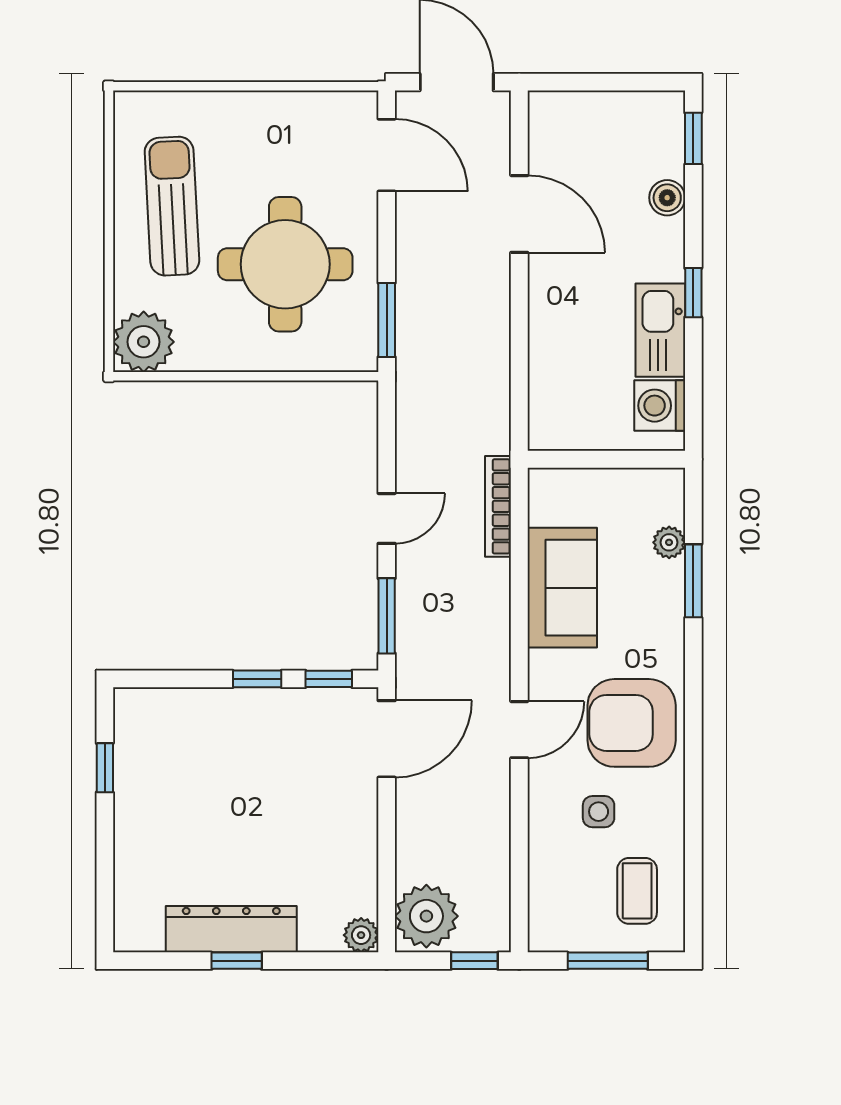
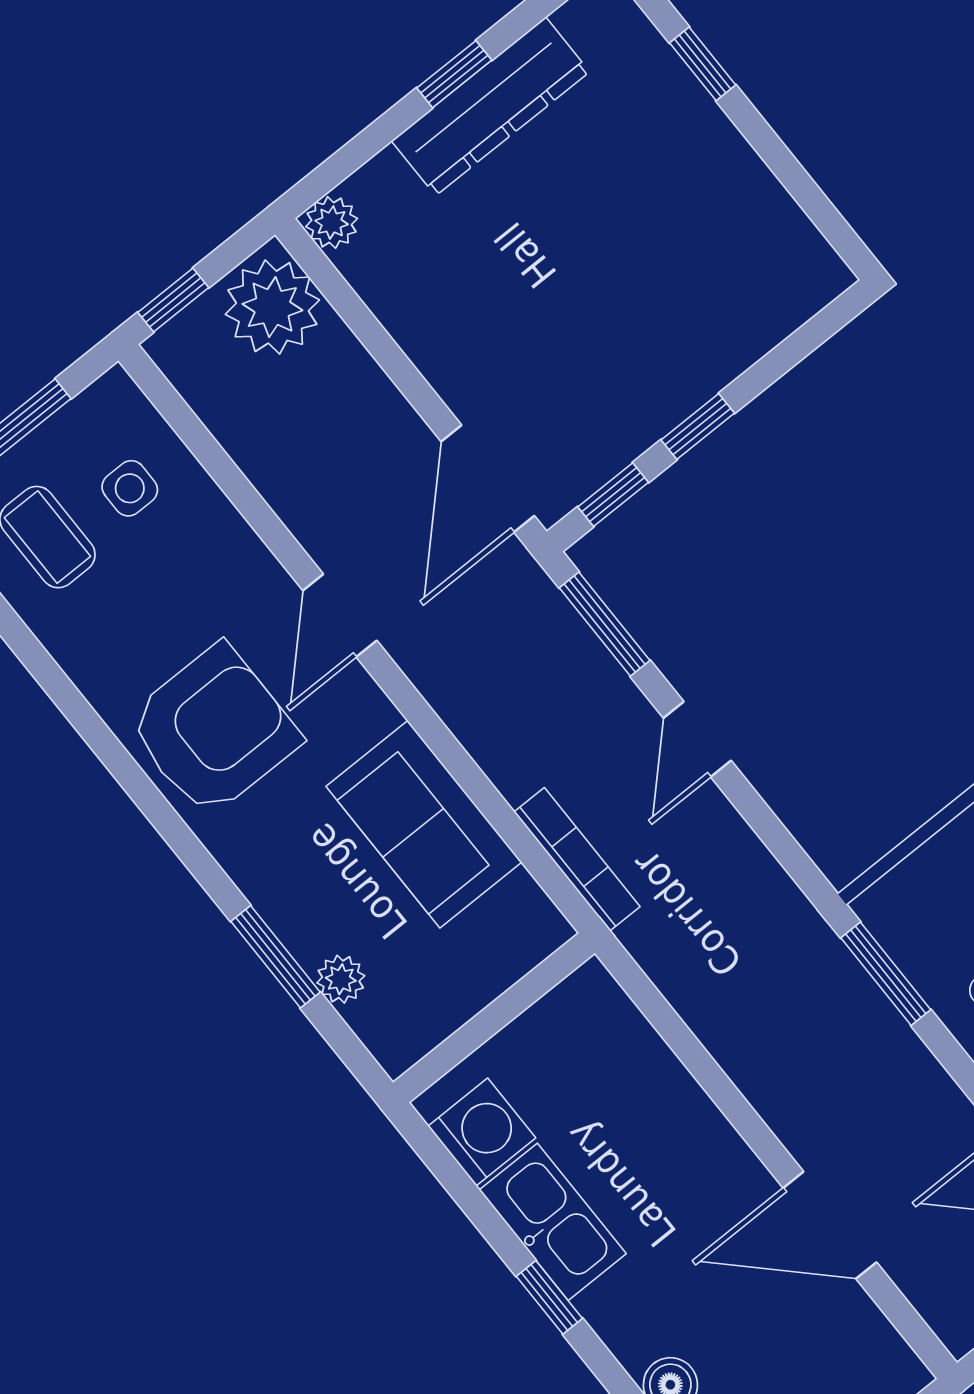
window: (105, 768) -> (703, 64), moved
side table: (599, 812) -> (130, 488), moved

